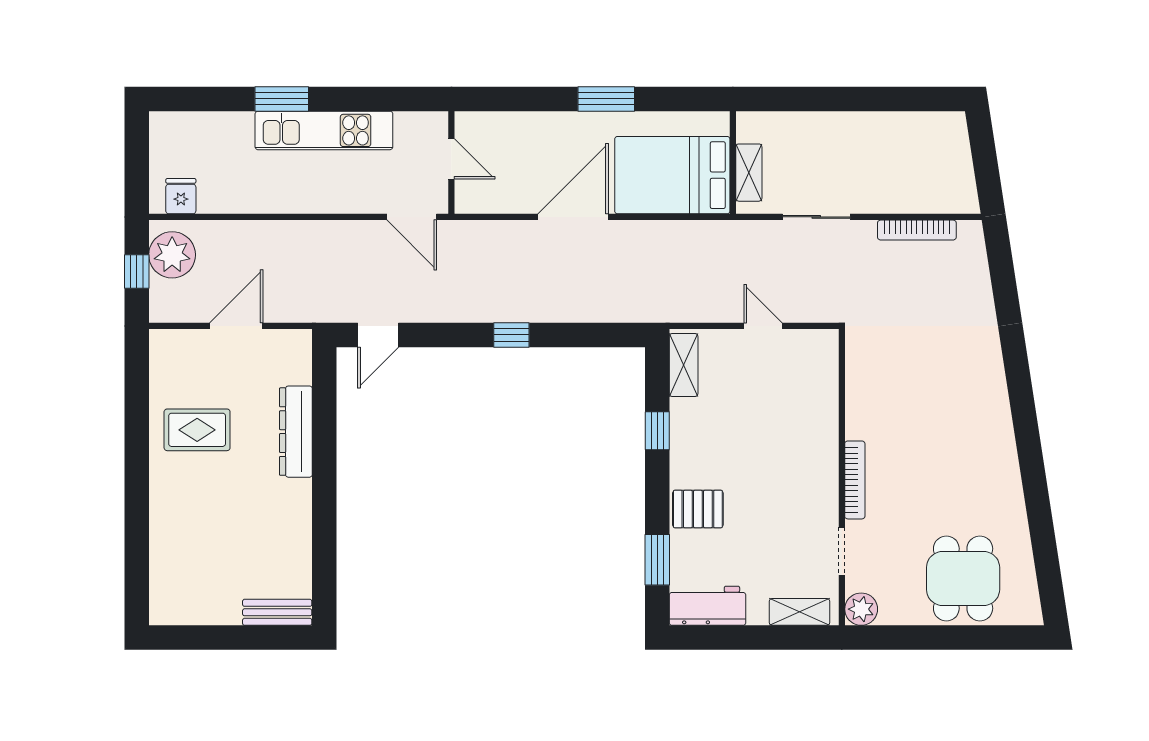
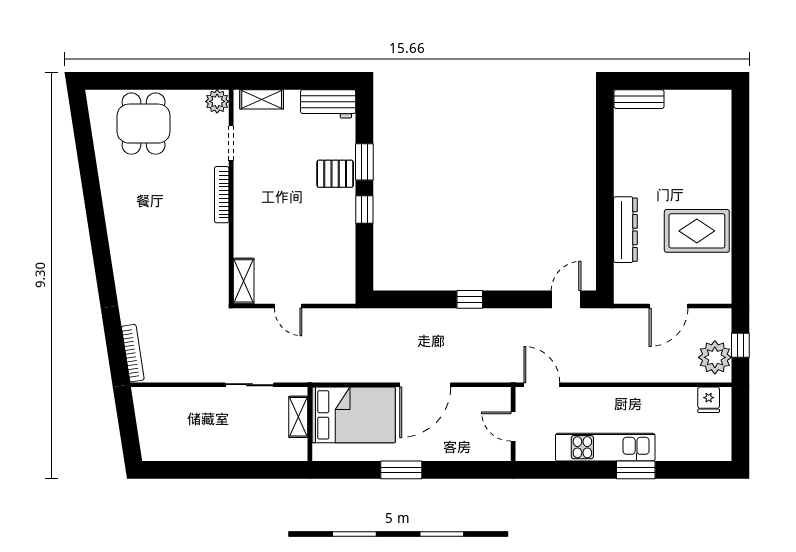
bookcase: (917, 230) -> (133, 353), moved, turned 81
shelving: (684, 365) -> (244, 281), moved
rug: (197, 430) -> (697, 231), width x1.36, depth x1.43
window: (657, 431) -> (364, 209), moved
window: (657, 560) -> (364, 162), moved

